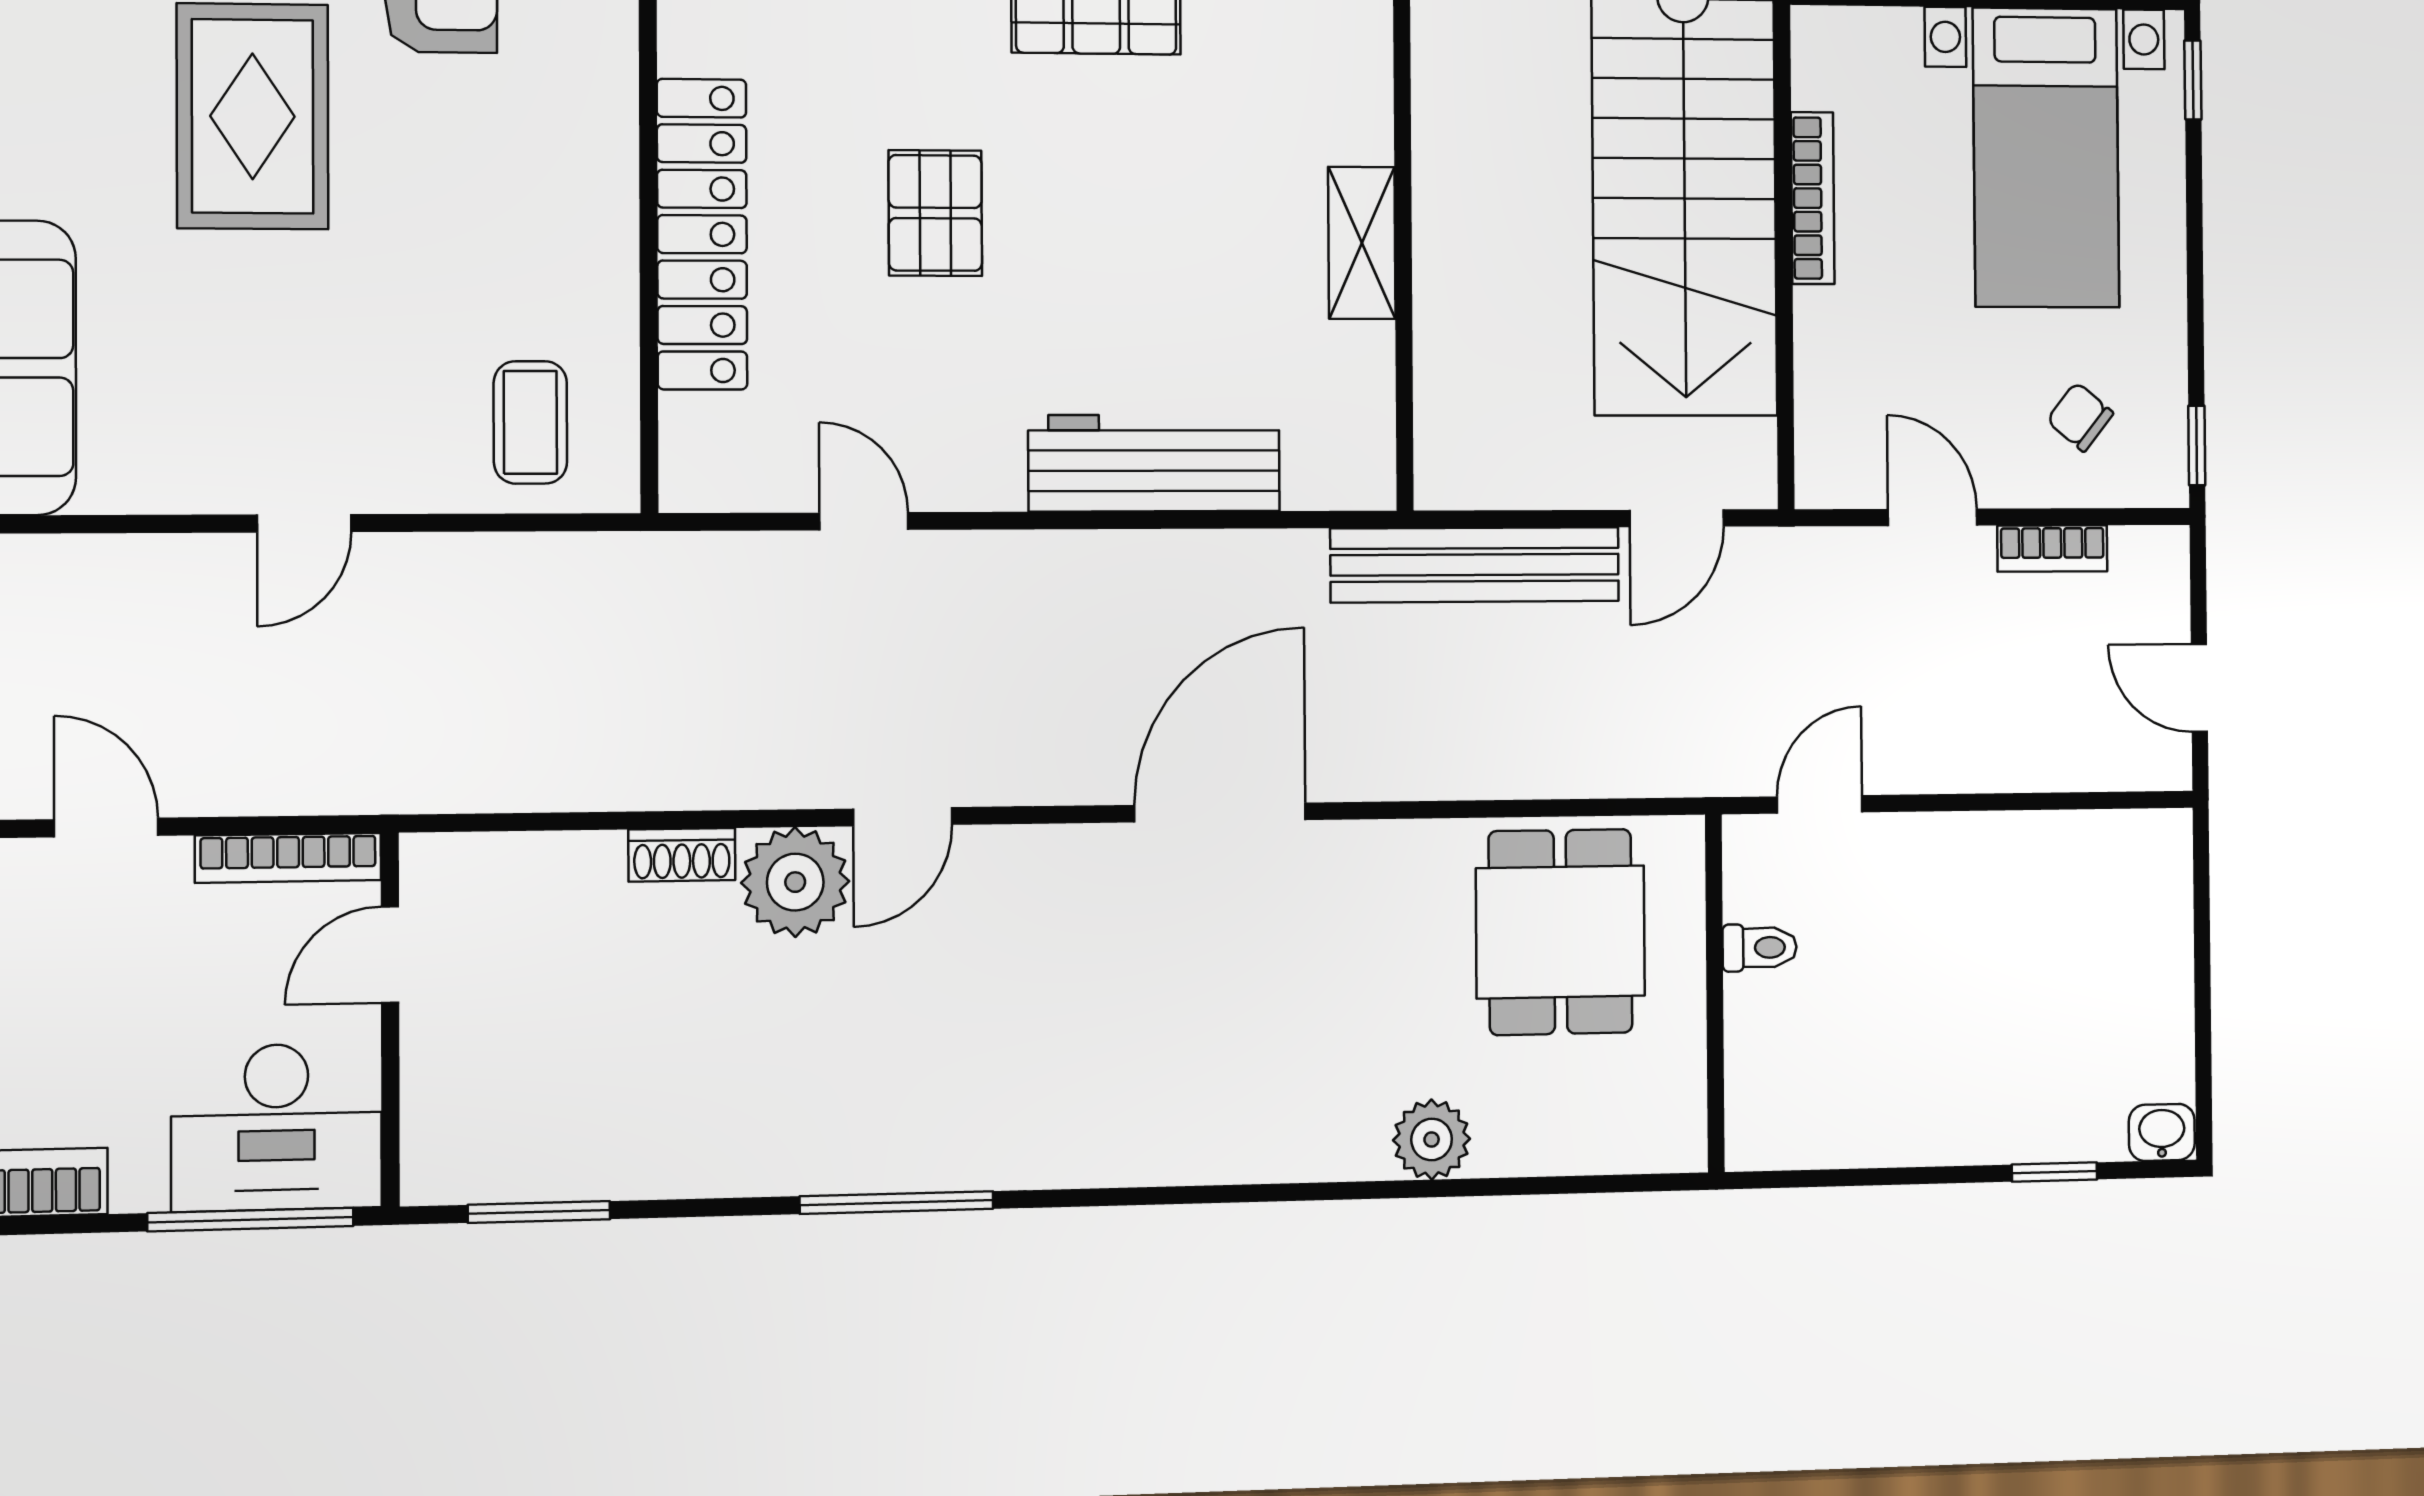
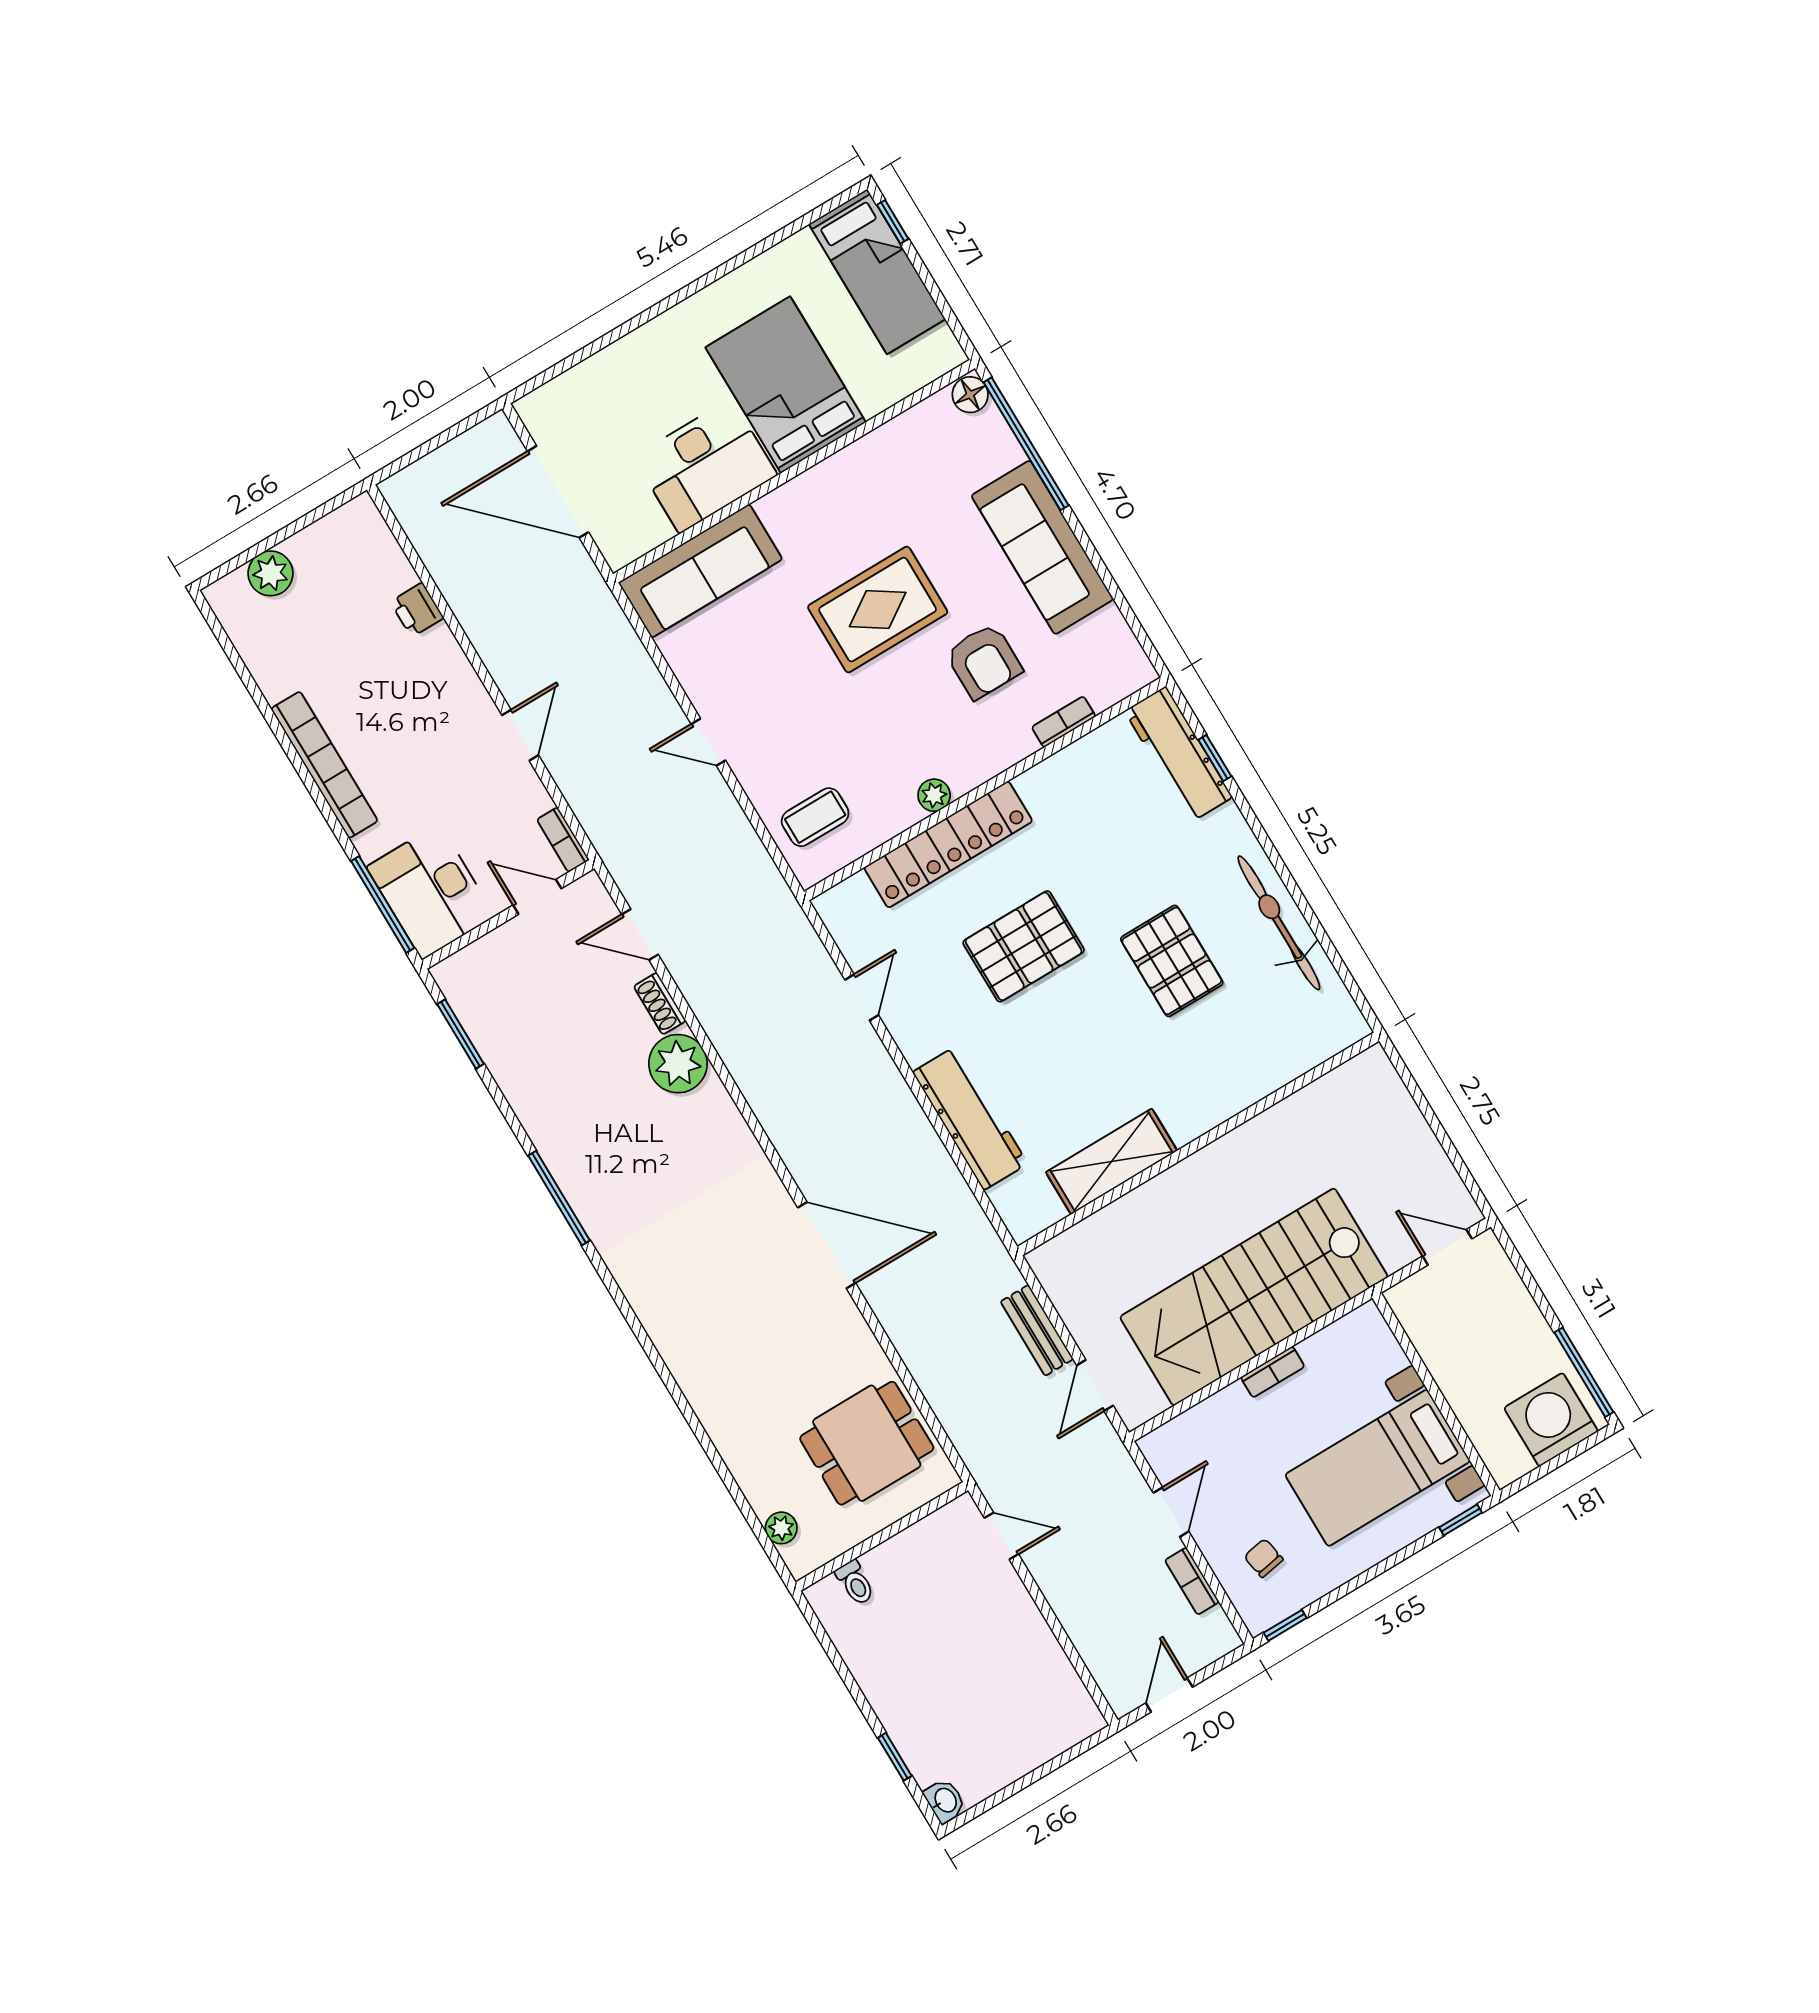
bookcase: (1813, 198) -> (1273, 1372), width x0.64
plant: (610, 209) -> (934, 795), added
pallet: (935, 213) -> (1024, 946), width x1.50, depth x1.42
shelving: (1362, 243) -> (1111, 1161), width x1.50, depth x1.33
chair: (2080, 417) -> (1263, 1558), turned -49
door: (1677, 518) -> (1095, 1385), hinge flipped
bench: (1475, 565) -> (1037, 1330), width x0.54, depth x0.82
door: (903, 817) -> (640, 934), moved
bookcase: (288, 858) -> (563, 840), width x0.64
toilet: (1760, 948) -> (855, 1583), moved
plant: (1432, 1139) -> (781, 1528), moved, width x0.73, depth x0.73

